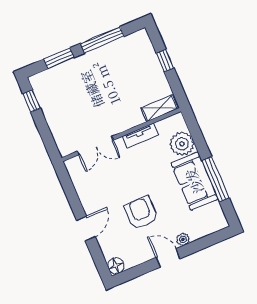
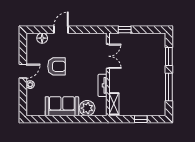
window: (32, 101) -> (125, 30), moved
double door: (95, 146) -> (108, 56), swing flipped
window: (215, 179) -> (58, 119), removed
door: (86, 228) -> (61, 30), swing flipped
floor lamp: (116, 266) -> (42, 38), moved

